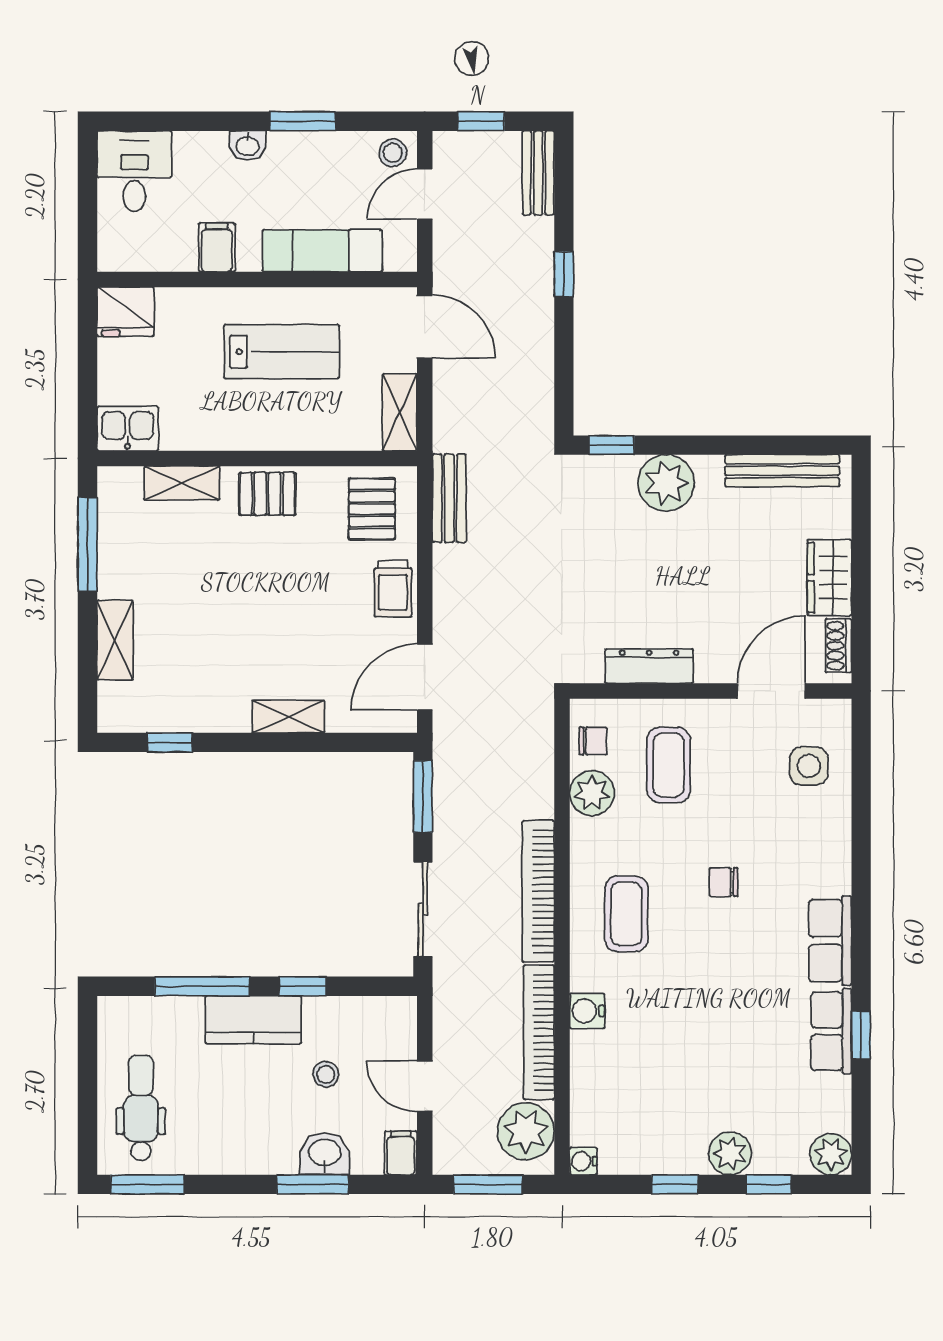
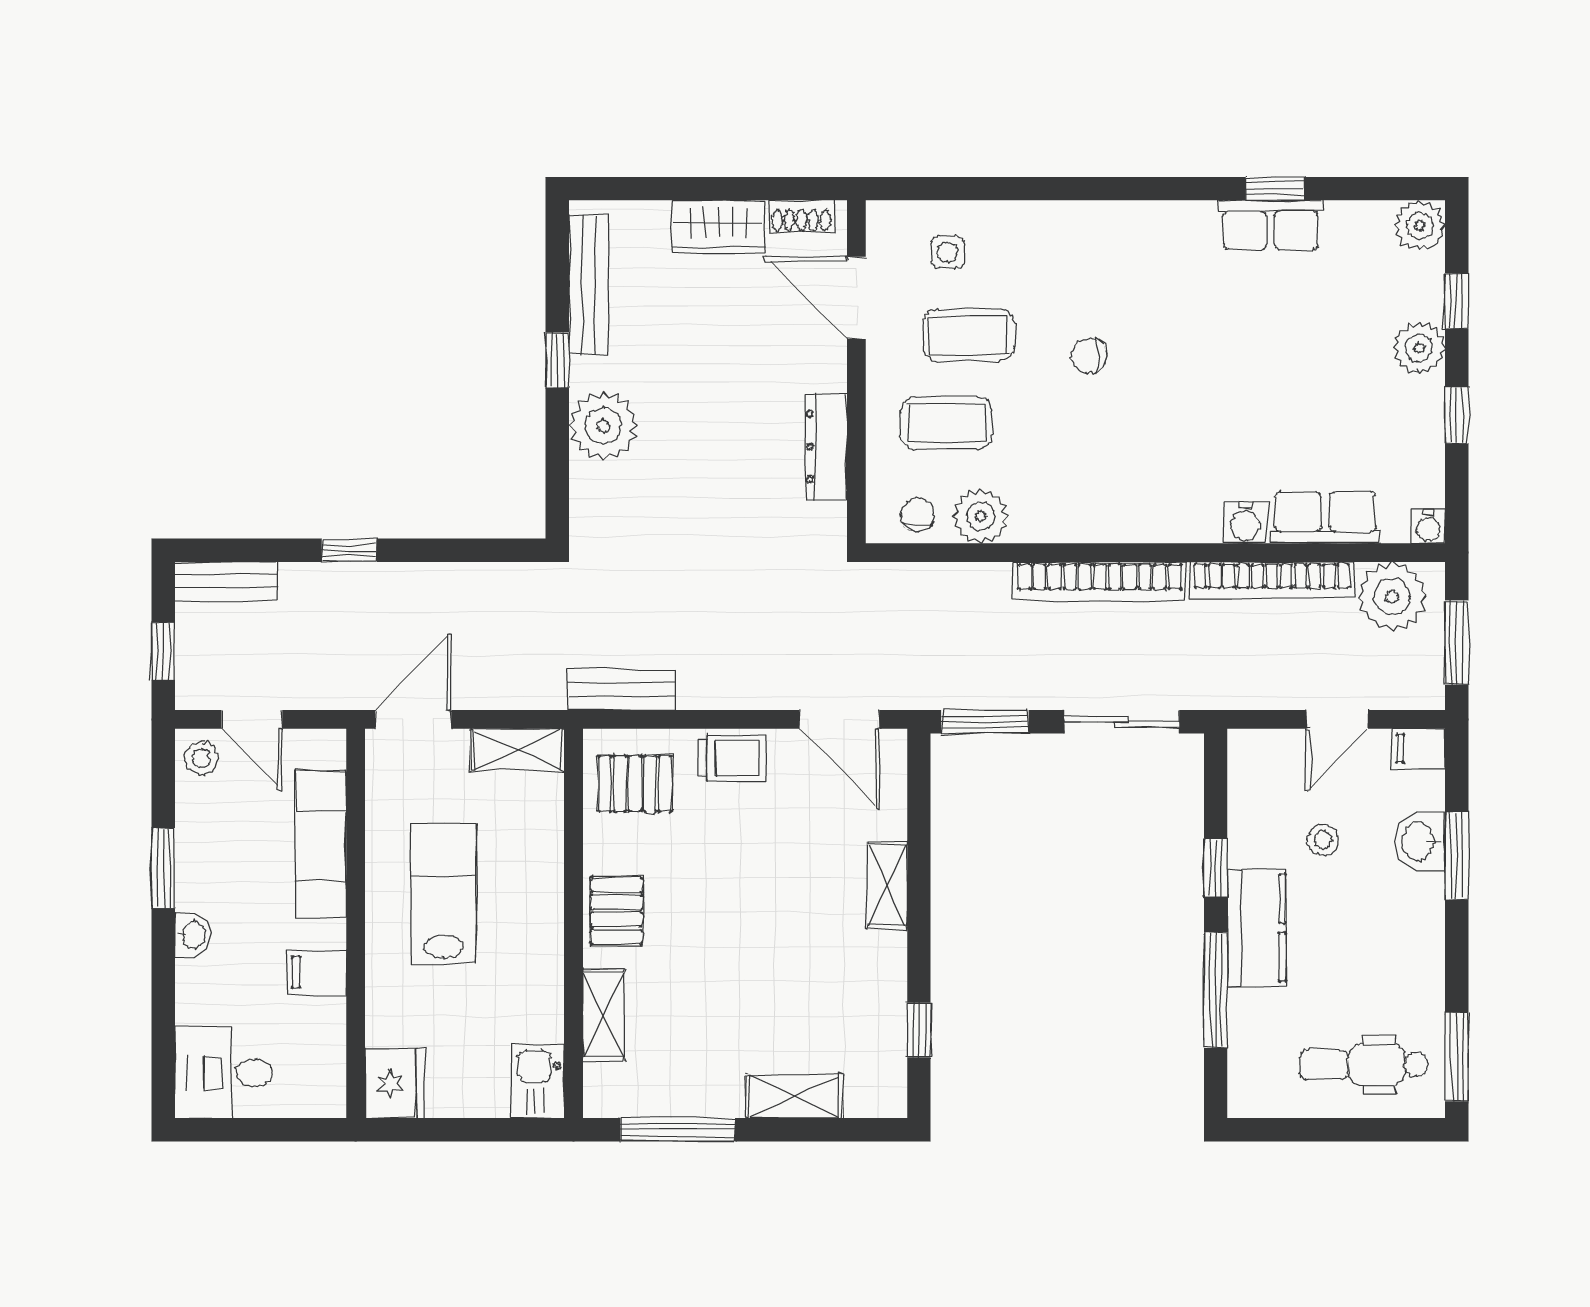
window: (612, 445) -> (557, 360), moved
side table: (809, 766) -> (948, 252), width x0.73, depth x0.73
chair: (724, 882) -> (1089, 356), turned 90
coffee table: (626, 914) -> (969, 335), moved
row of seats: (830, 941) -> (1325, 517), moved, turned 180

